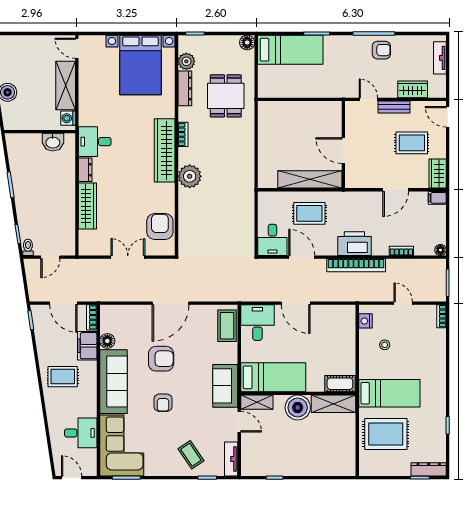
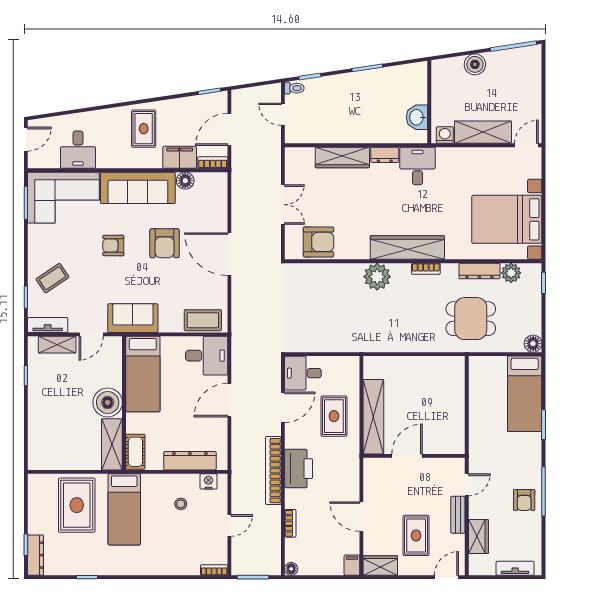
dresser: (348, 337) -> (190, 461), added
shelving: (257, 402) -> (57, 345), moved, turned 90

